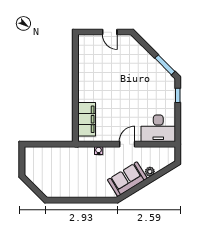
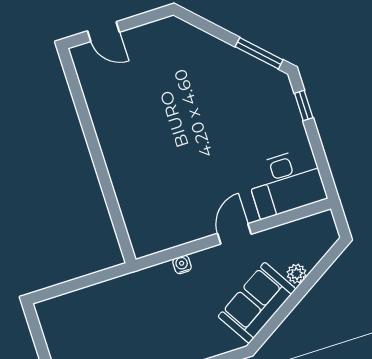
door: (110, 32) -> (104, 32), moved
filing cabinet: (87, 119) -> (139, 210), removed

